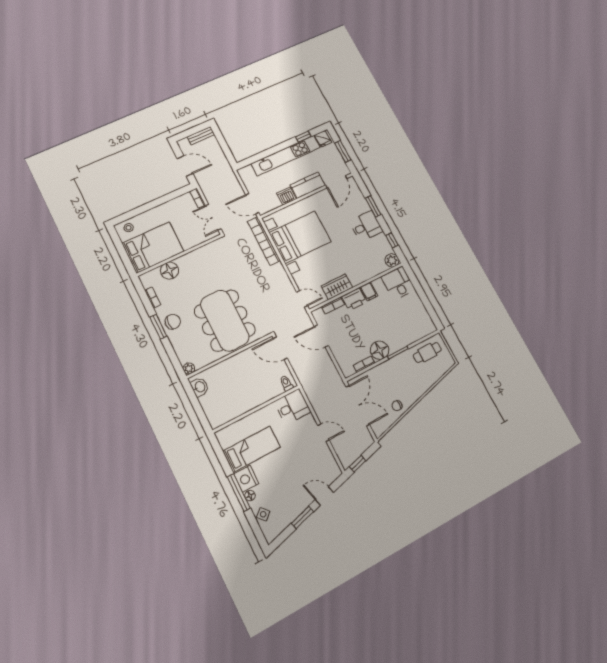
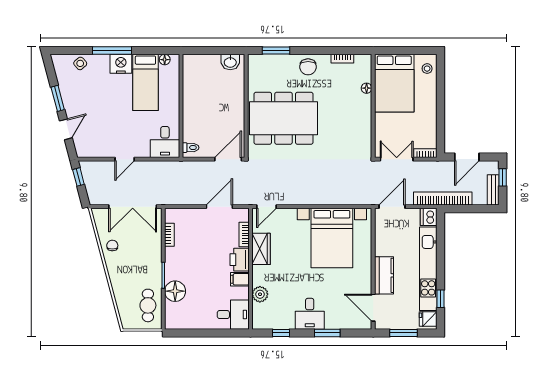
window: (188, 133) -> (503, 177), added
dishwasher: (287, 196) -> (429, 217), moved, turned 180
bookcase: (264, 241) -> (443, 198), moved
plant: (392, 260) -> (260, 294), moved
floor lamp: (169, 271) -> (367, 88), width x0.53, depth x0.53
window: (158, 327) -> (276, 51), moved
floor lamp: (380, 350) -> (175, 291), moved
plant: (189, 368) -> (254, 60), removed
floor lamp: (250, 496) -> (165, 60), moved

